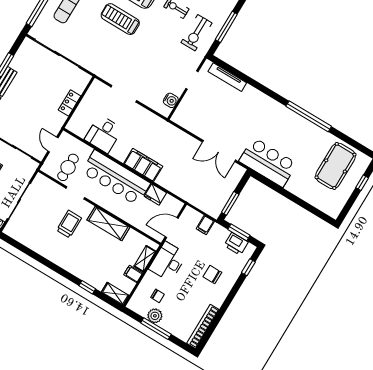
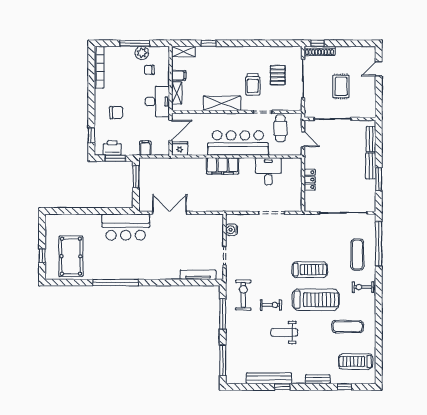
fridge: (155, 195) -> (180, 148), moved
pallet: (41, 219) -> (278, 75), added

